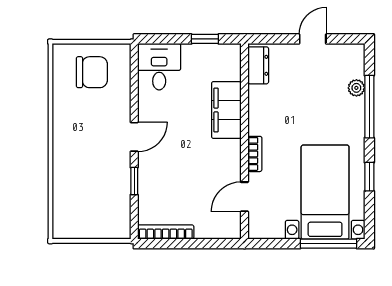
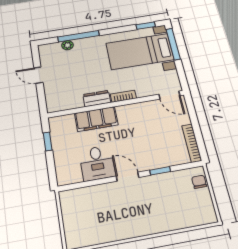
dresser: (258, 65) -> (97, 99), moved
desk: (159, 67) -> (97, 163), moved, turned -90
chair: (92, 72) -> (199, 182), moved, width x0.54, depth x0.54
window: (369, 177) -> (146, 26), moved
door: (244, 197) -> (169, 95), moved

